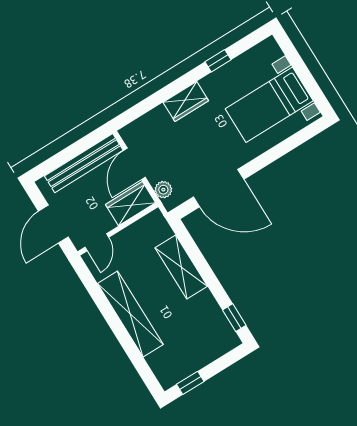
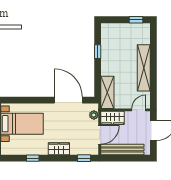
window: (136, 111) -> (84, 158), added
shelving: (181, 267) -> (107, 92), moved
window: (234, 318) -> (98, 52), moved

